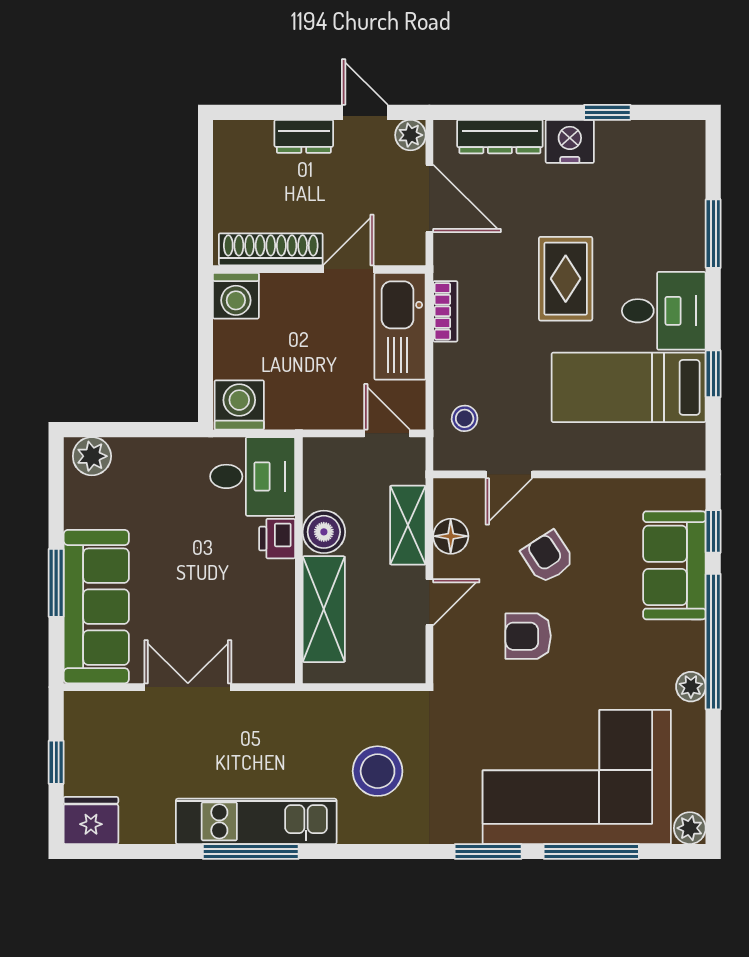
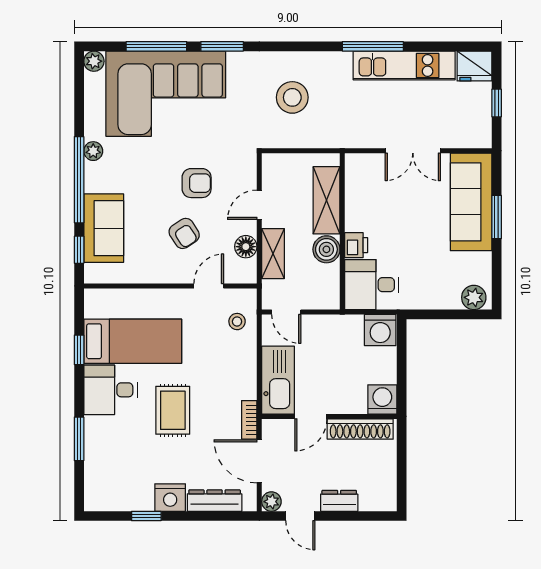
bookcase: (445, 311) -> (249, 420), moved
kitchen unit: (256, 821) -> (404, 65), moved

